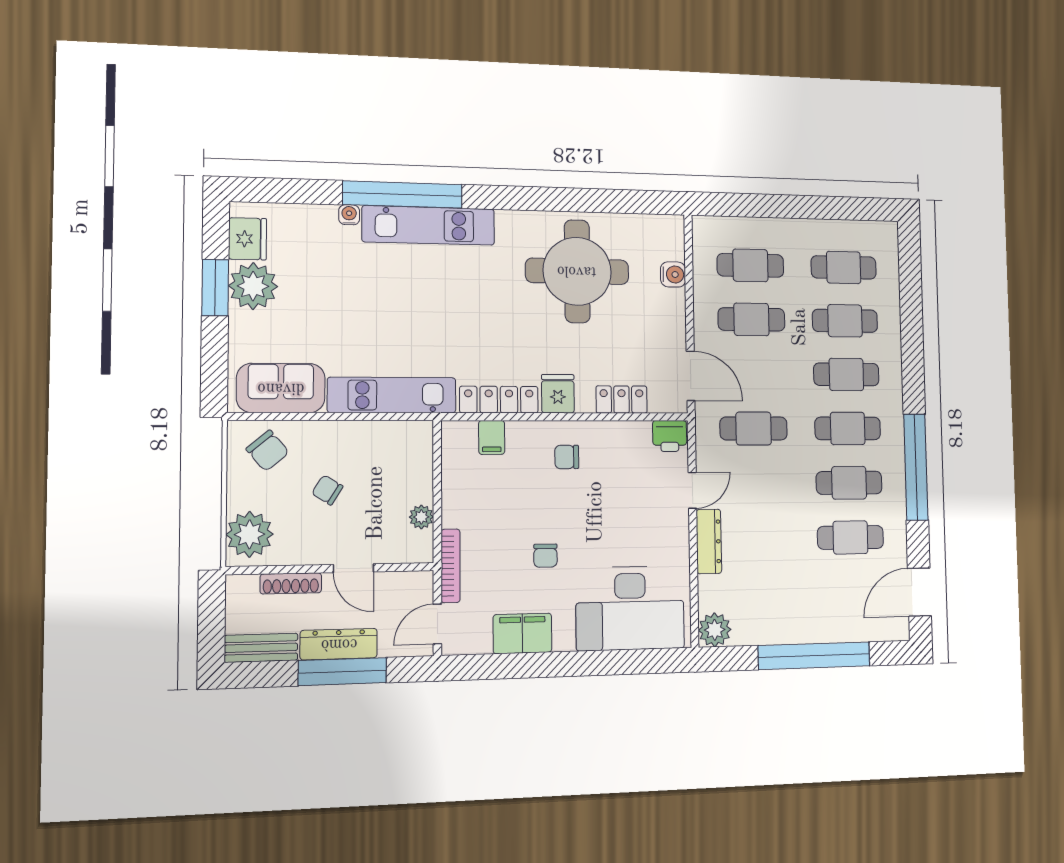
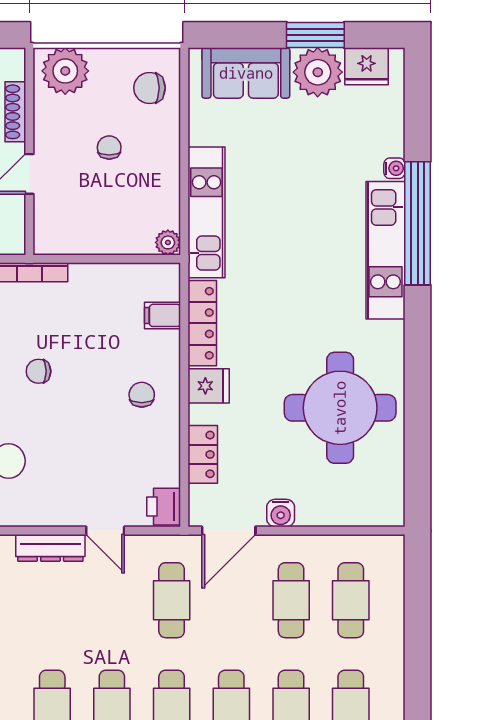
water cooler: (673, 274) -> (281, 513), moved
sofa: (281, 388) -> (246, 73), moved, turned 90
chair: (268, 451) -> (149, 88), turned 40
chair: (327, 490) -> (109, 147), turned -32
plant: (421, 517) -> (168, 242), moved

